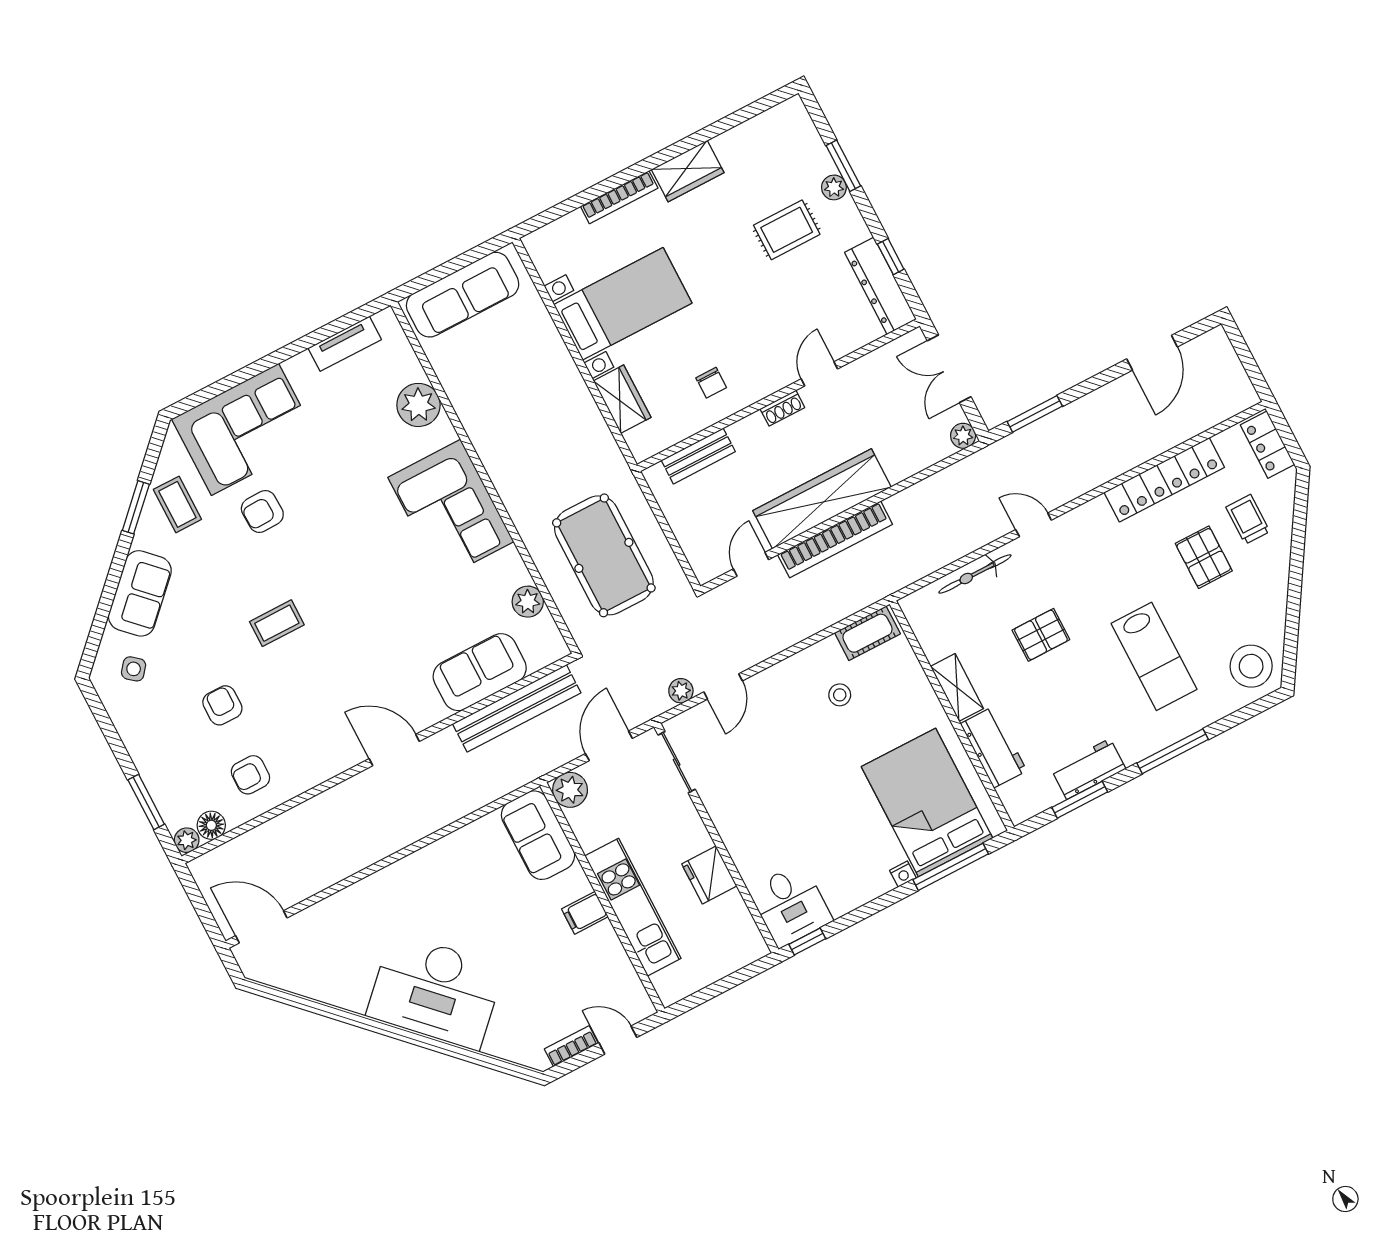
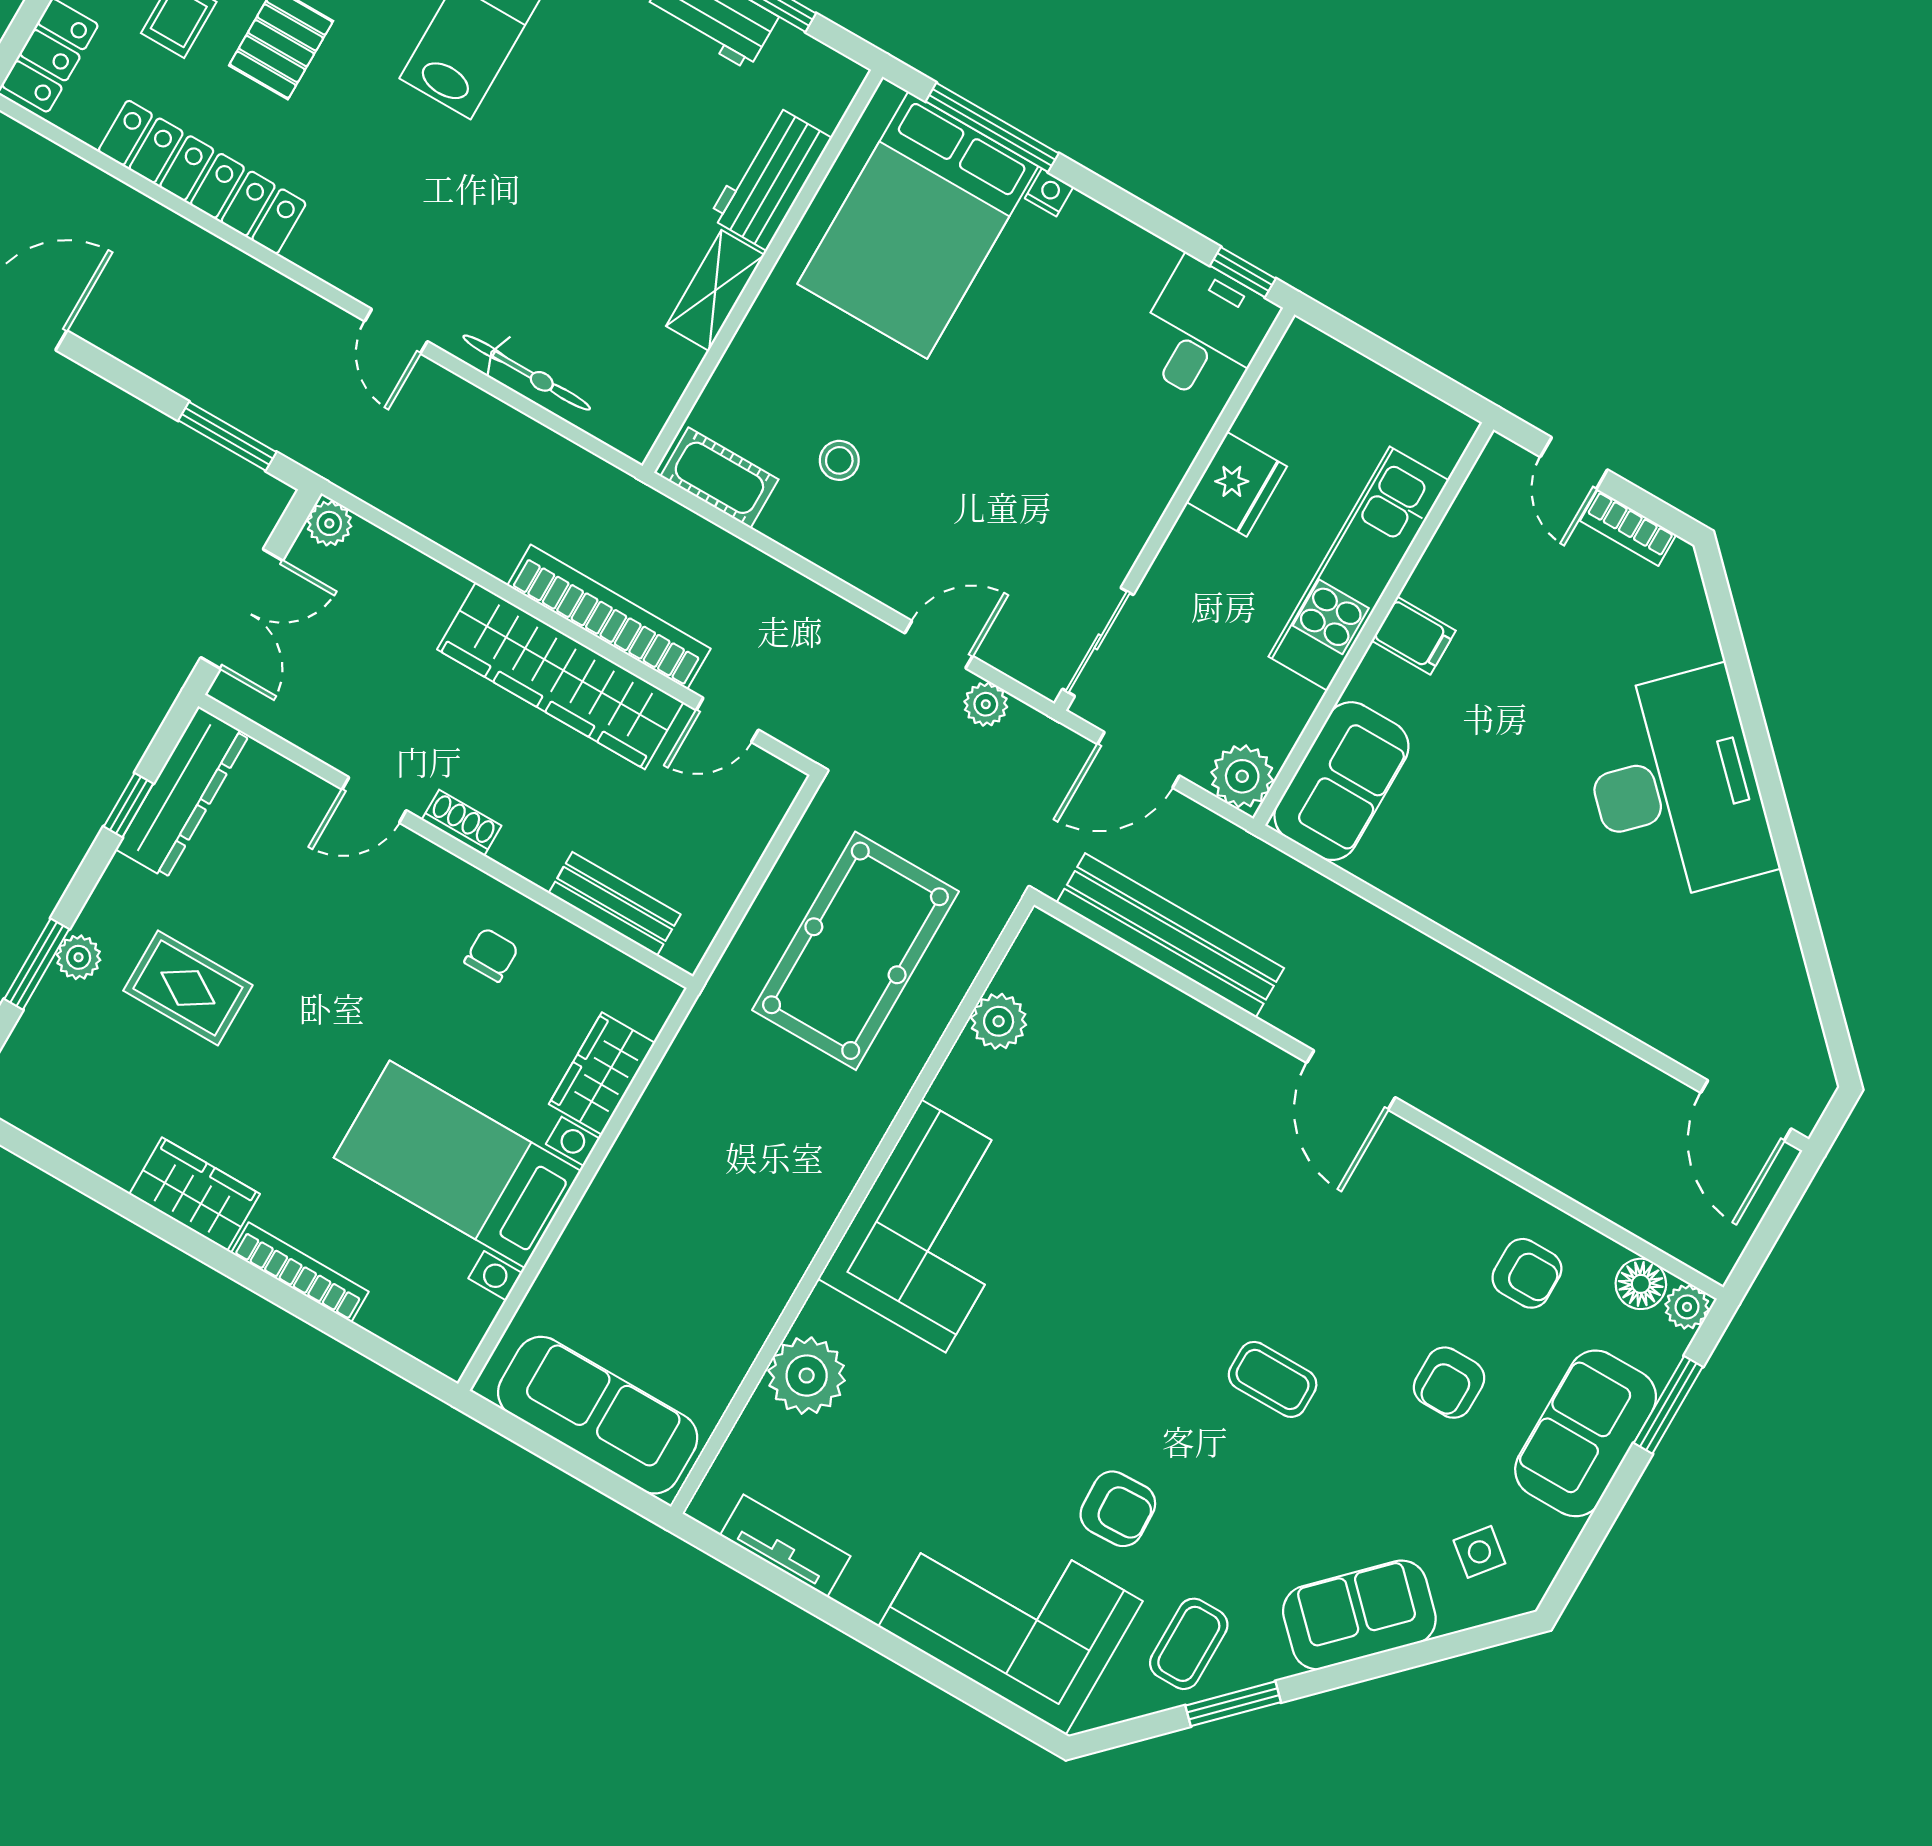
pallet: (1041, 635) -> (555, 214), removed
sofa: (480, 672) -> (1586, 1433), moved, turned 90

